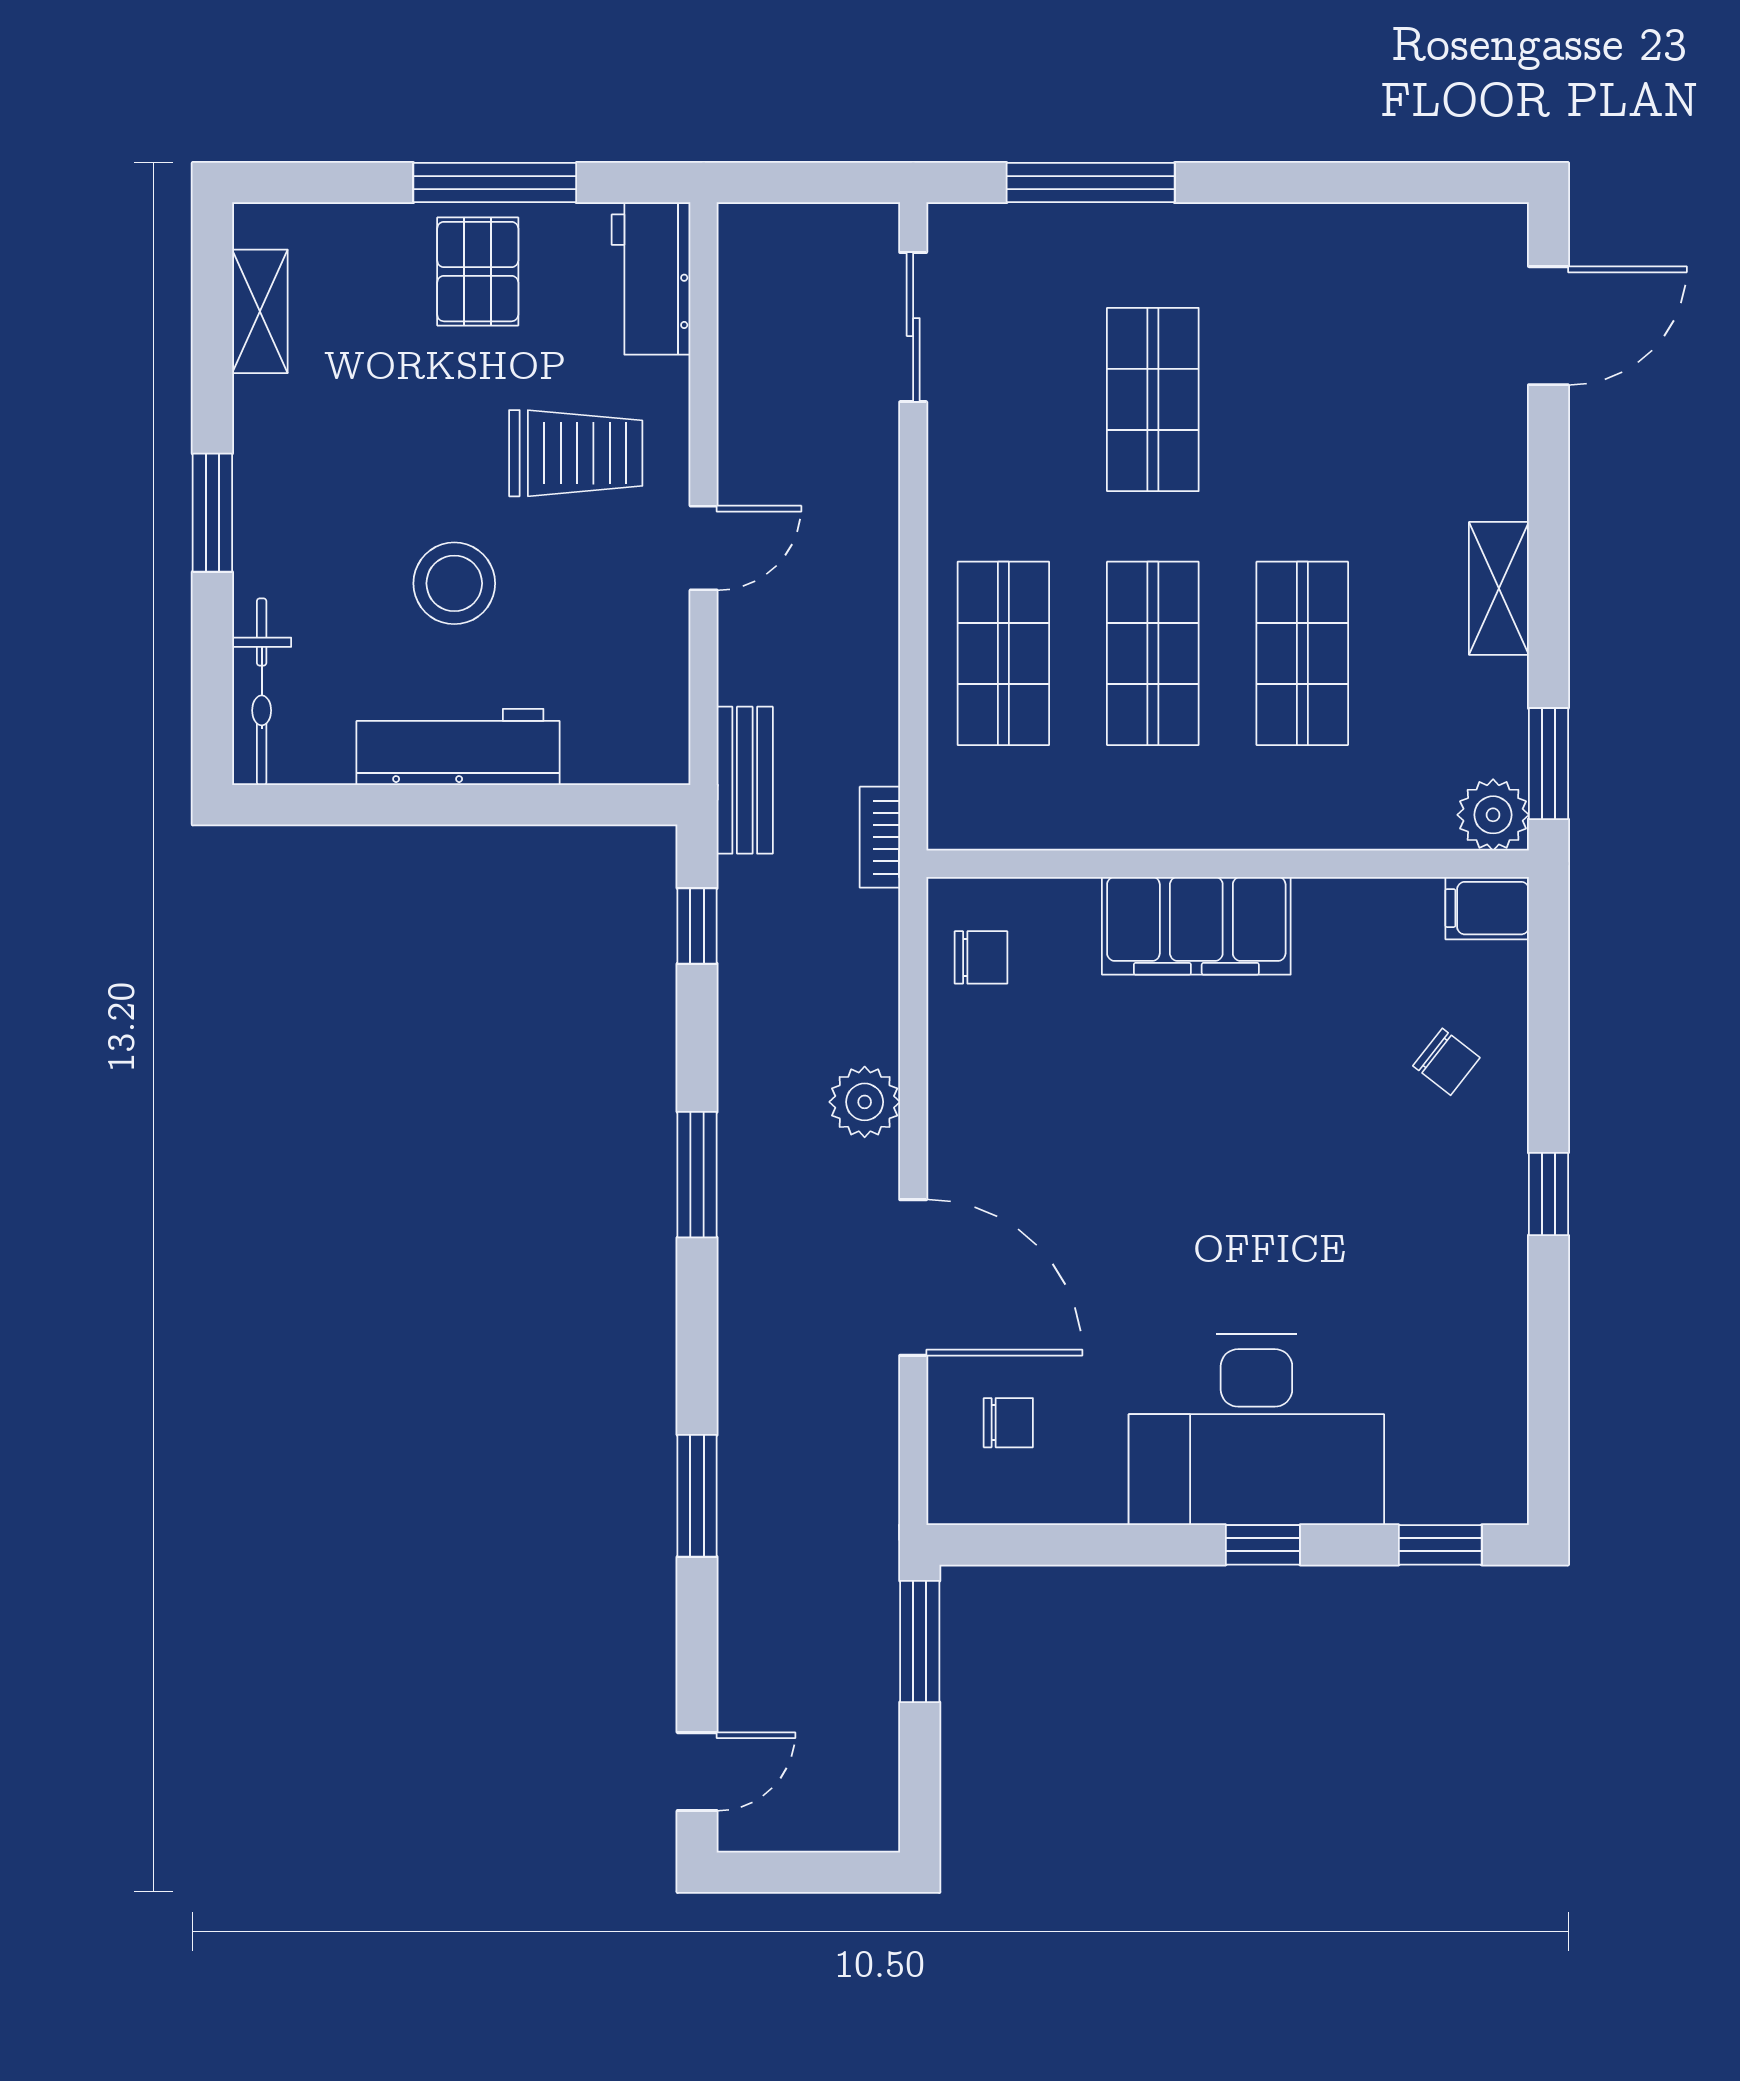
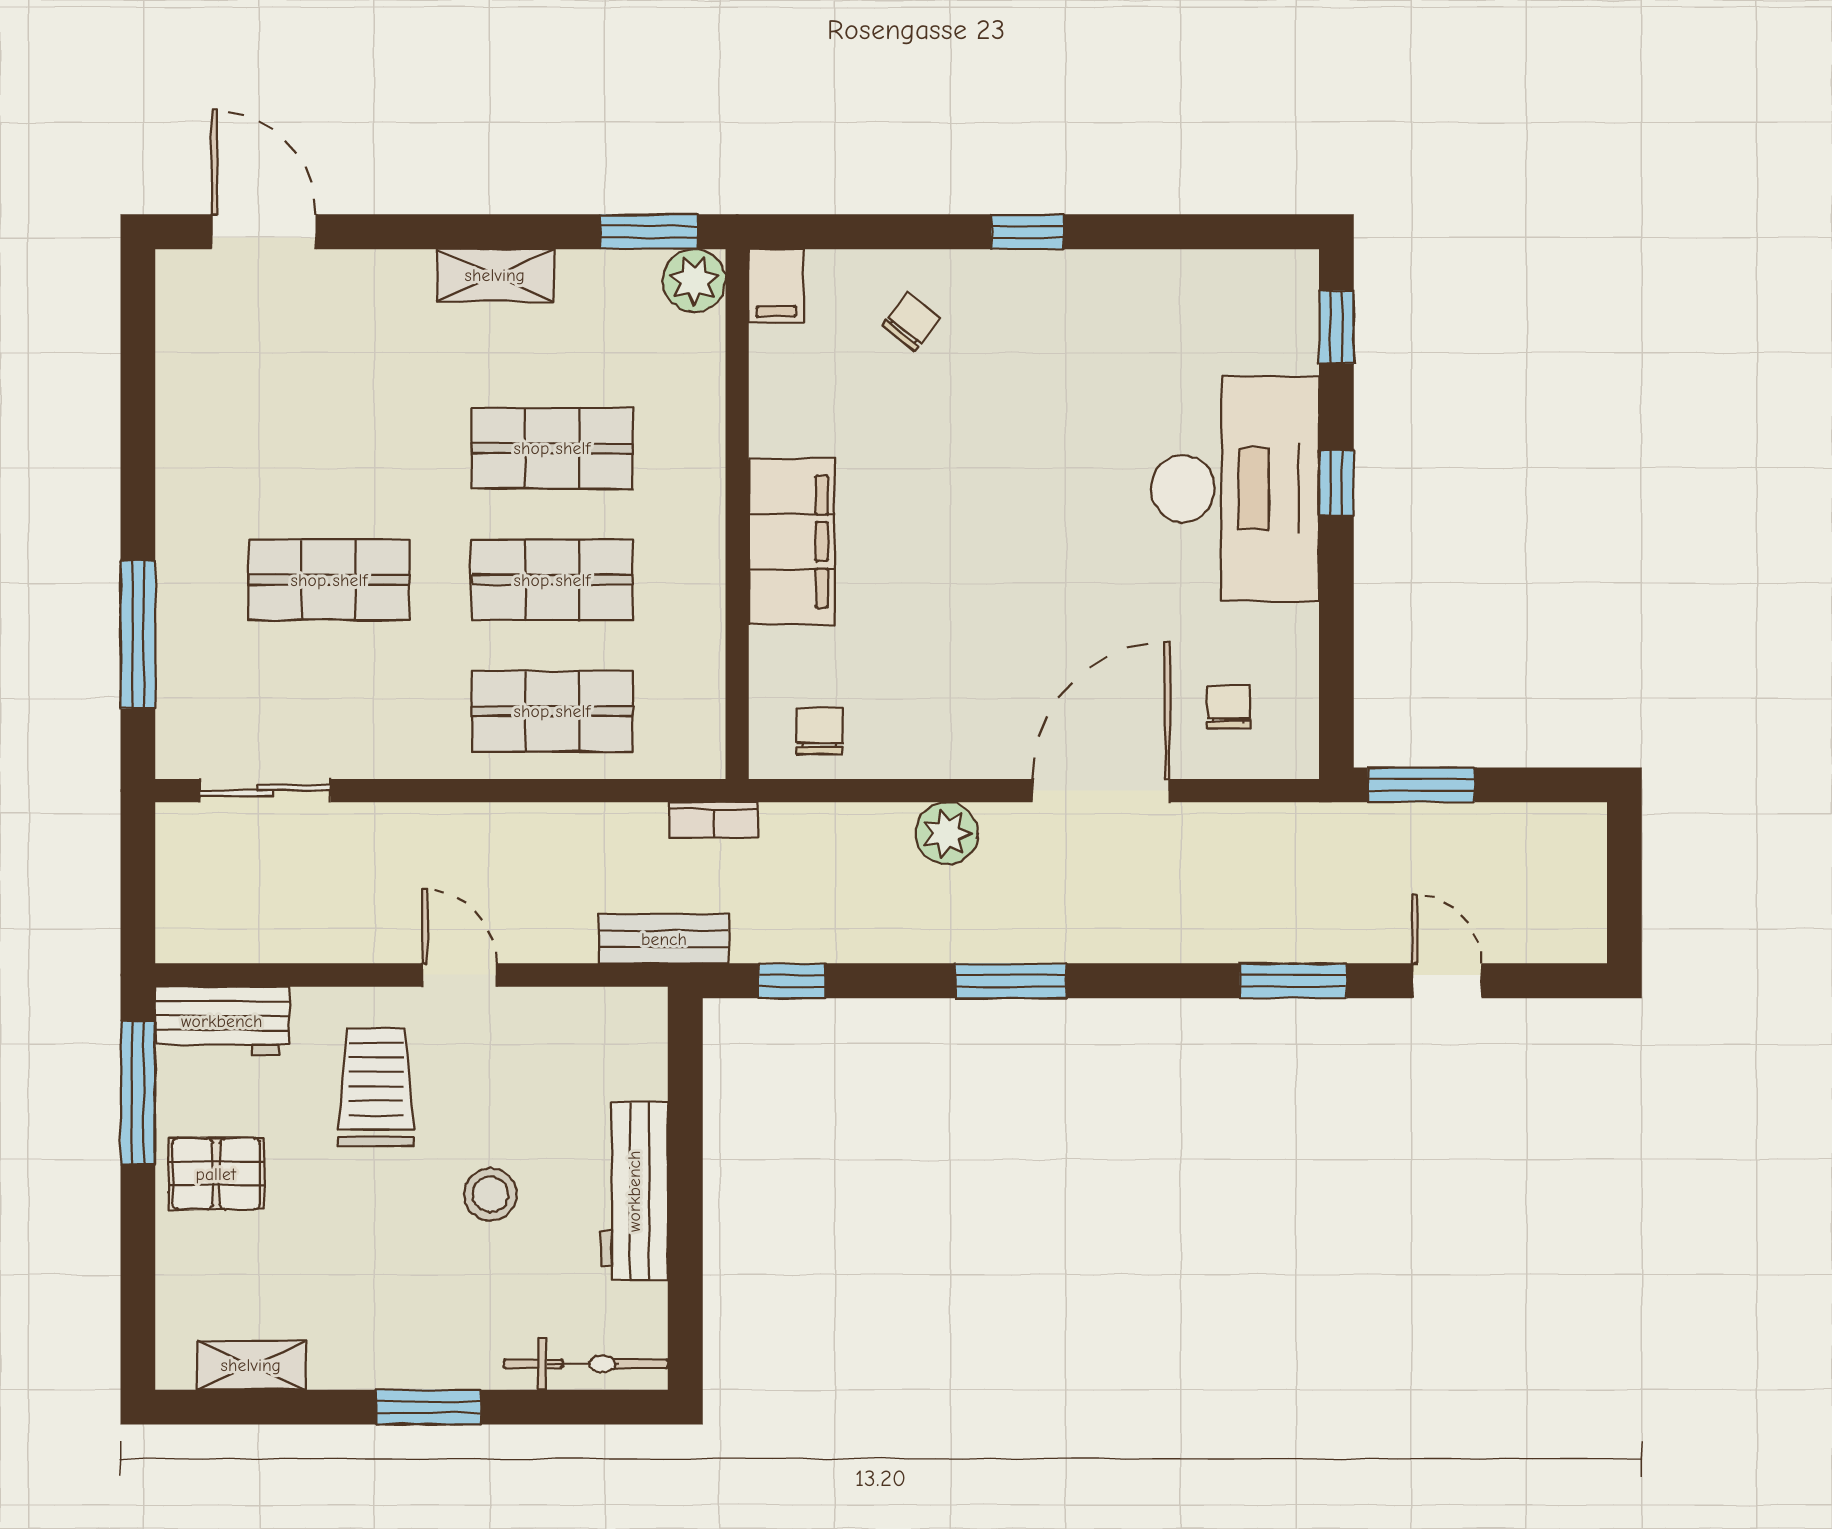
window: (495, 183) -> (138, 1093), moved
stool: (454, 583) -> (491, 1194), width x0.73, depth x0.73
door: (697, 1772) -> (1447, 981), moved

